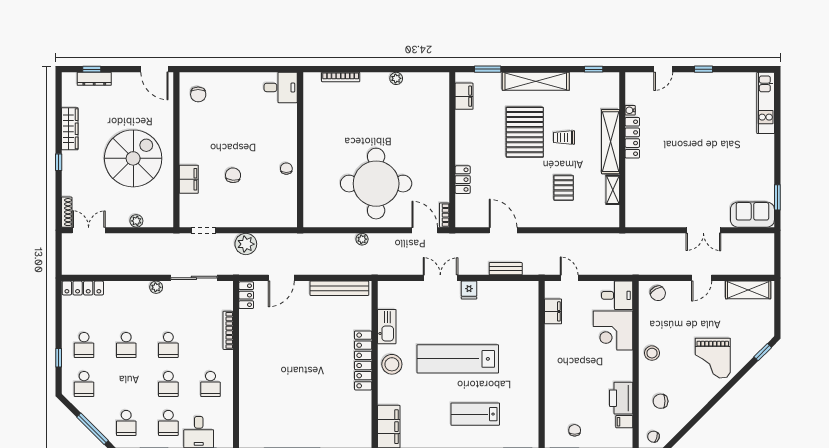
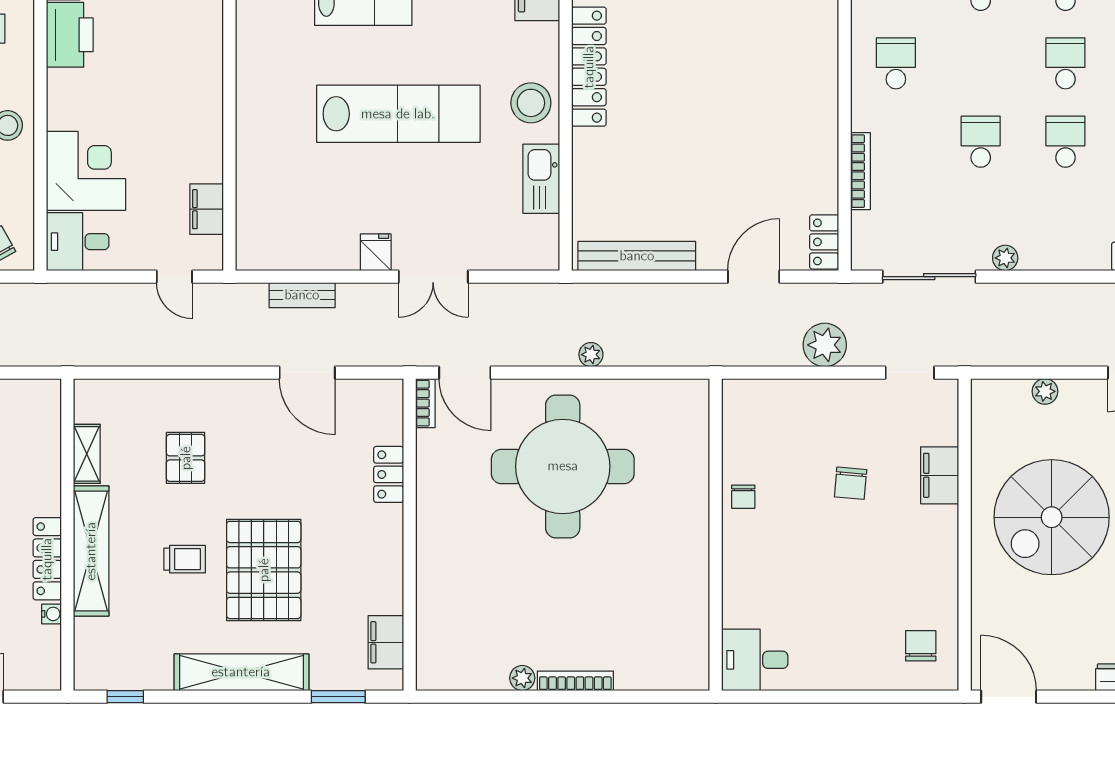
bookcase: (341, 77) -> (575, 681), moved
locker: (363, 360) -> (589, 67), moved
school desk: (168, 384) -> (1065, 63), moved

